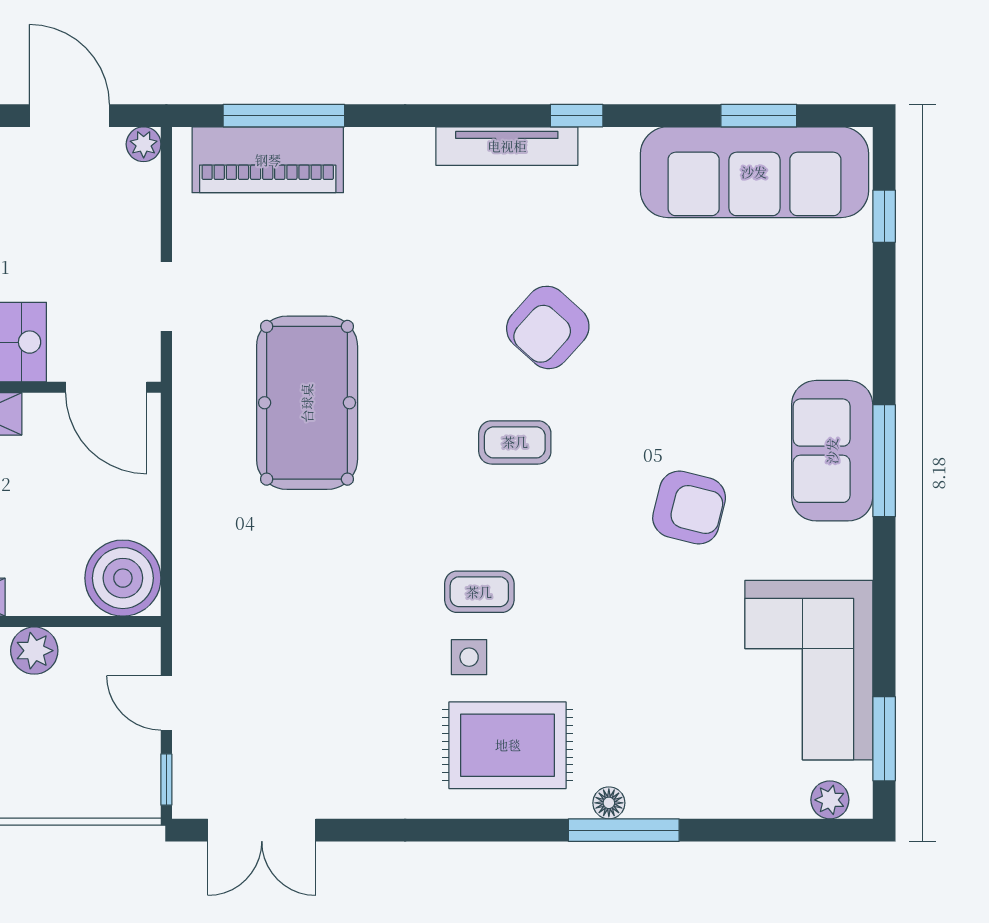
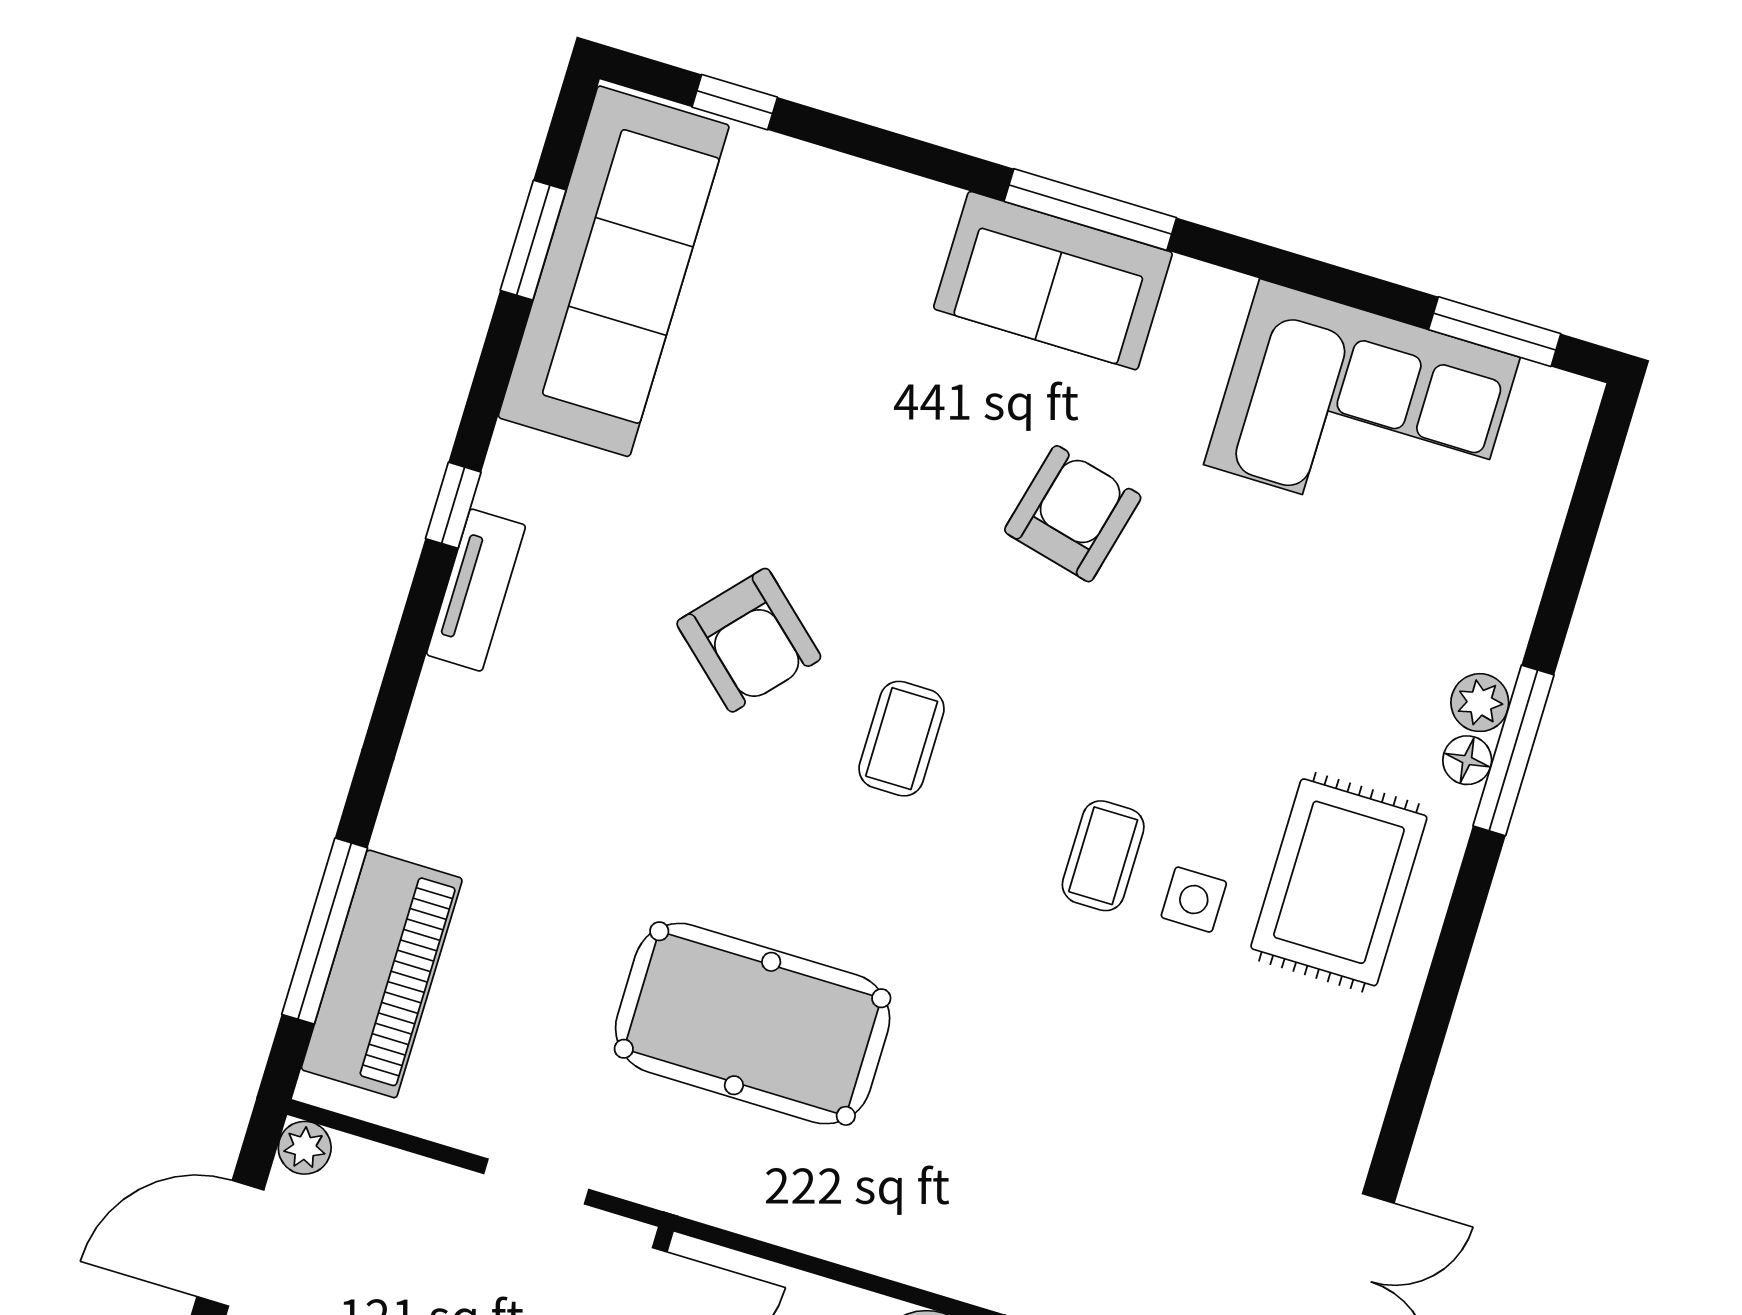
tv unit: (507, 146) -> (476, 590), width x0.71
plant: (830, 800) -> (1480, 703), moved

